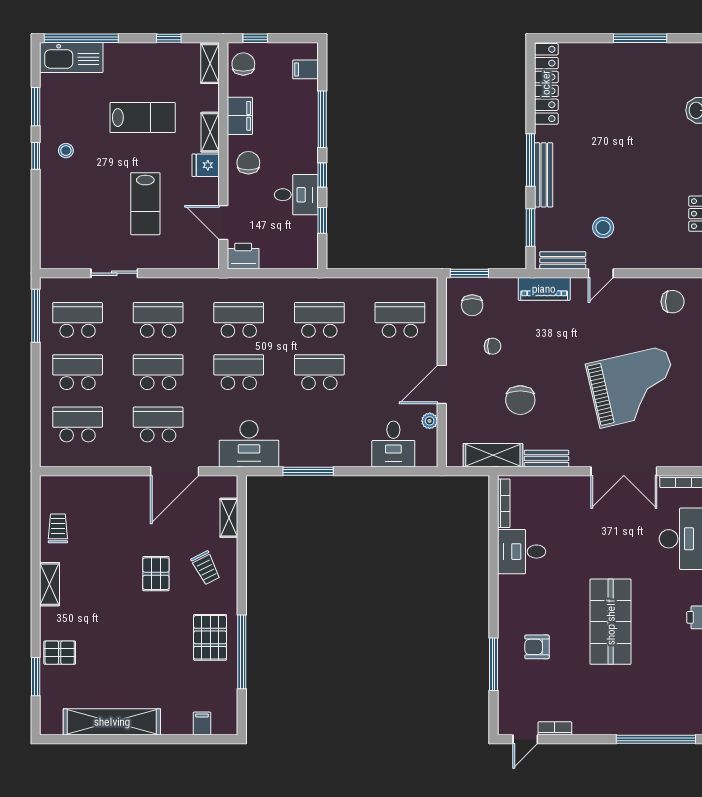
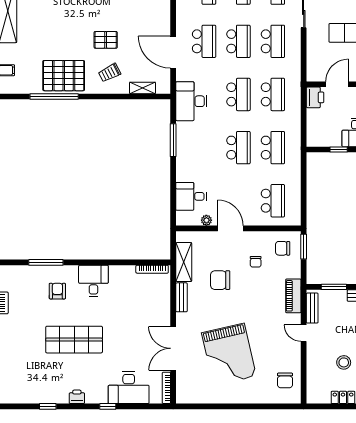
stool: (603, 227) -> (344, 362), moved
desk: (522, 552) -> (93, 281), moved
pallet: (210, 637) -> (64, 76), width x1.37, depth x1.41

